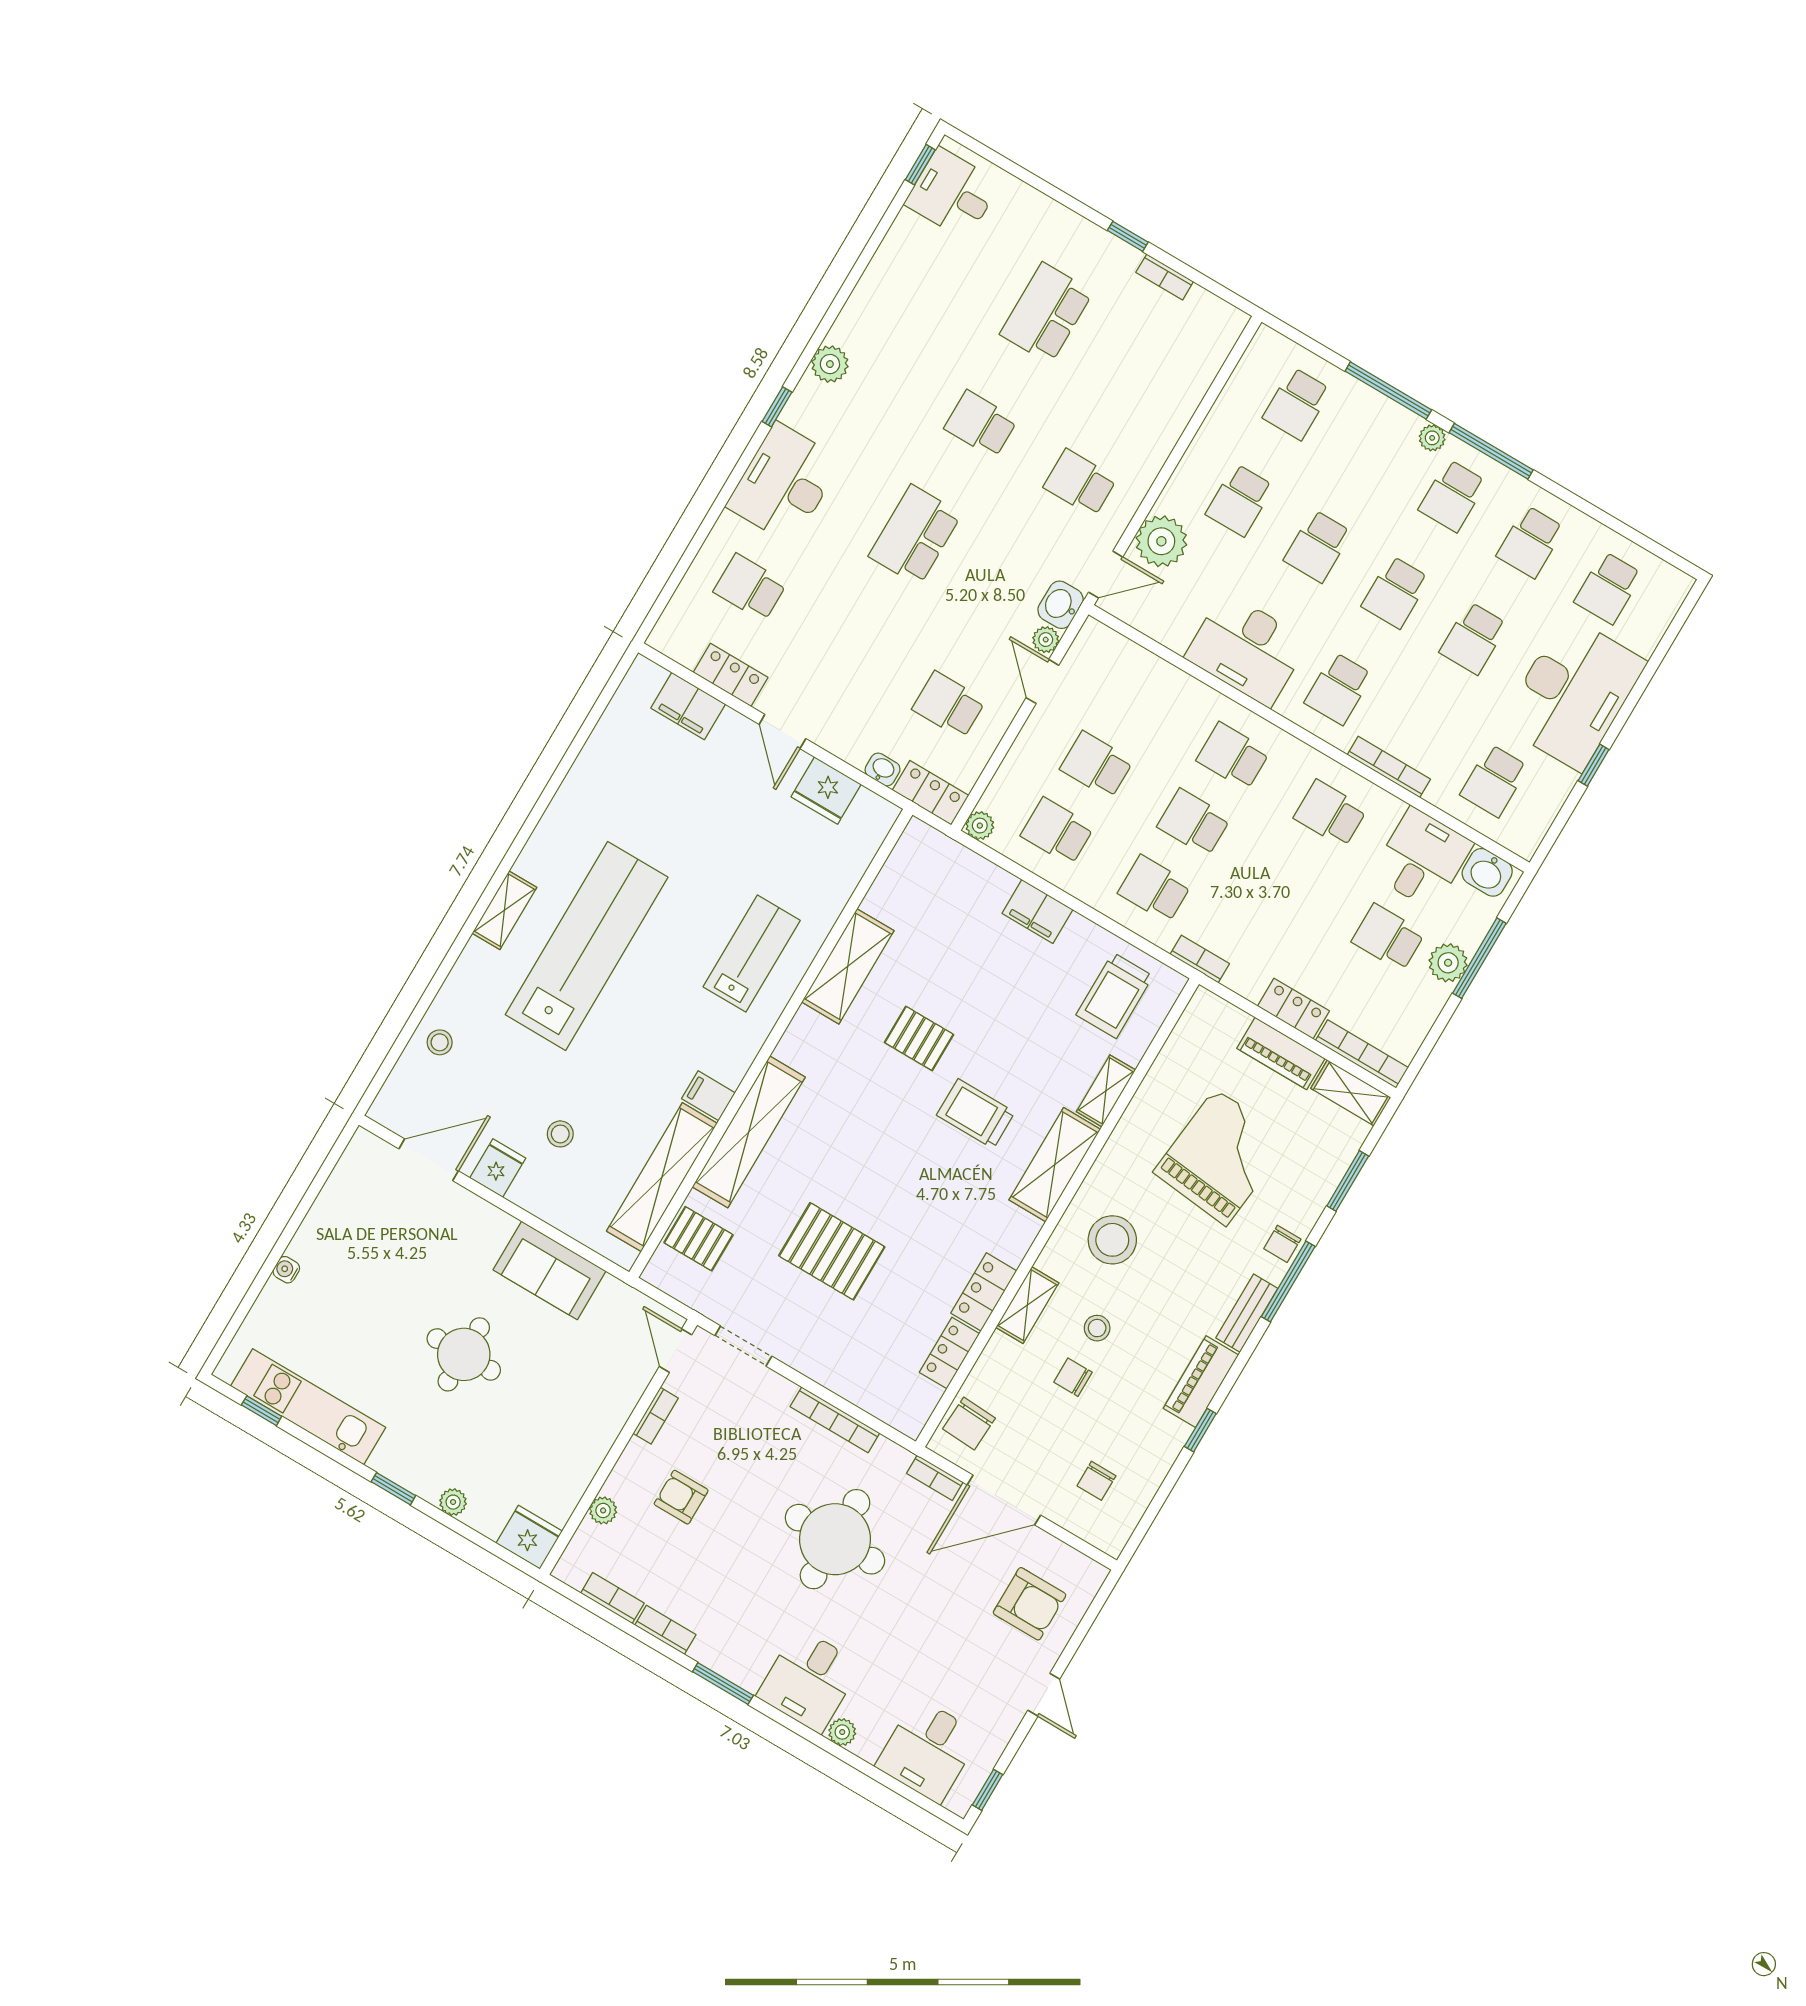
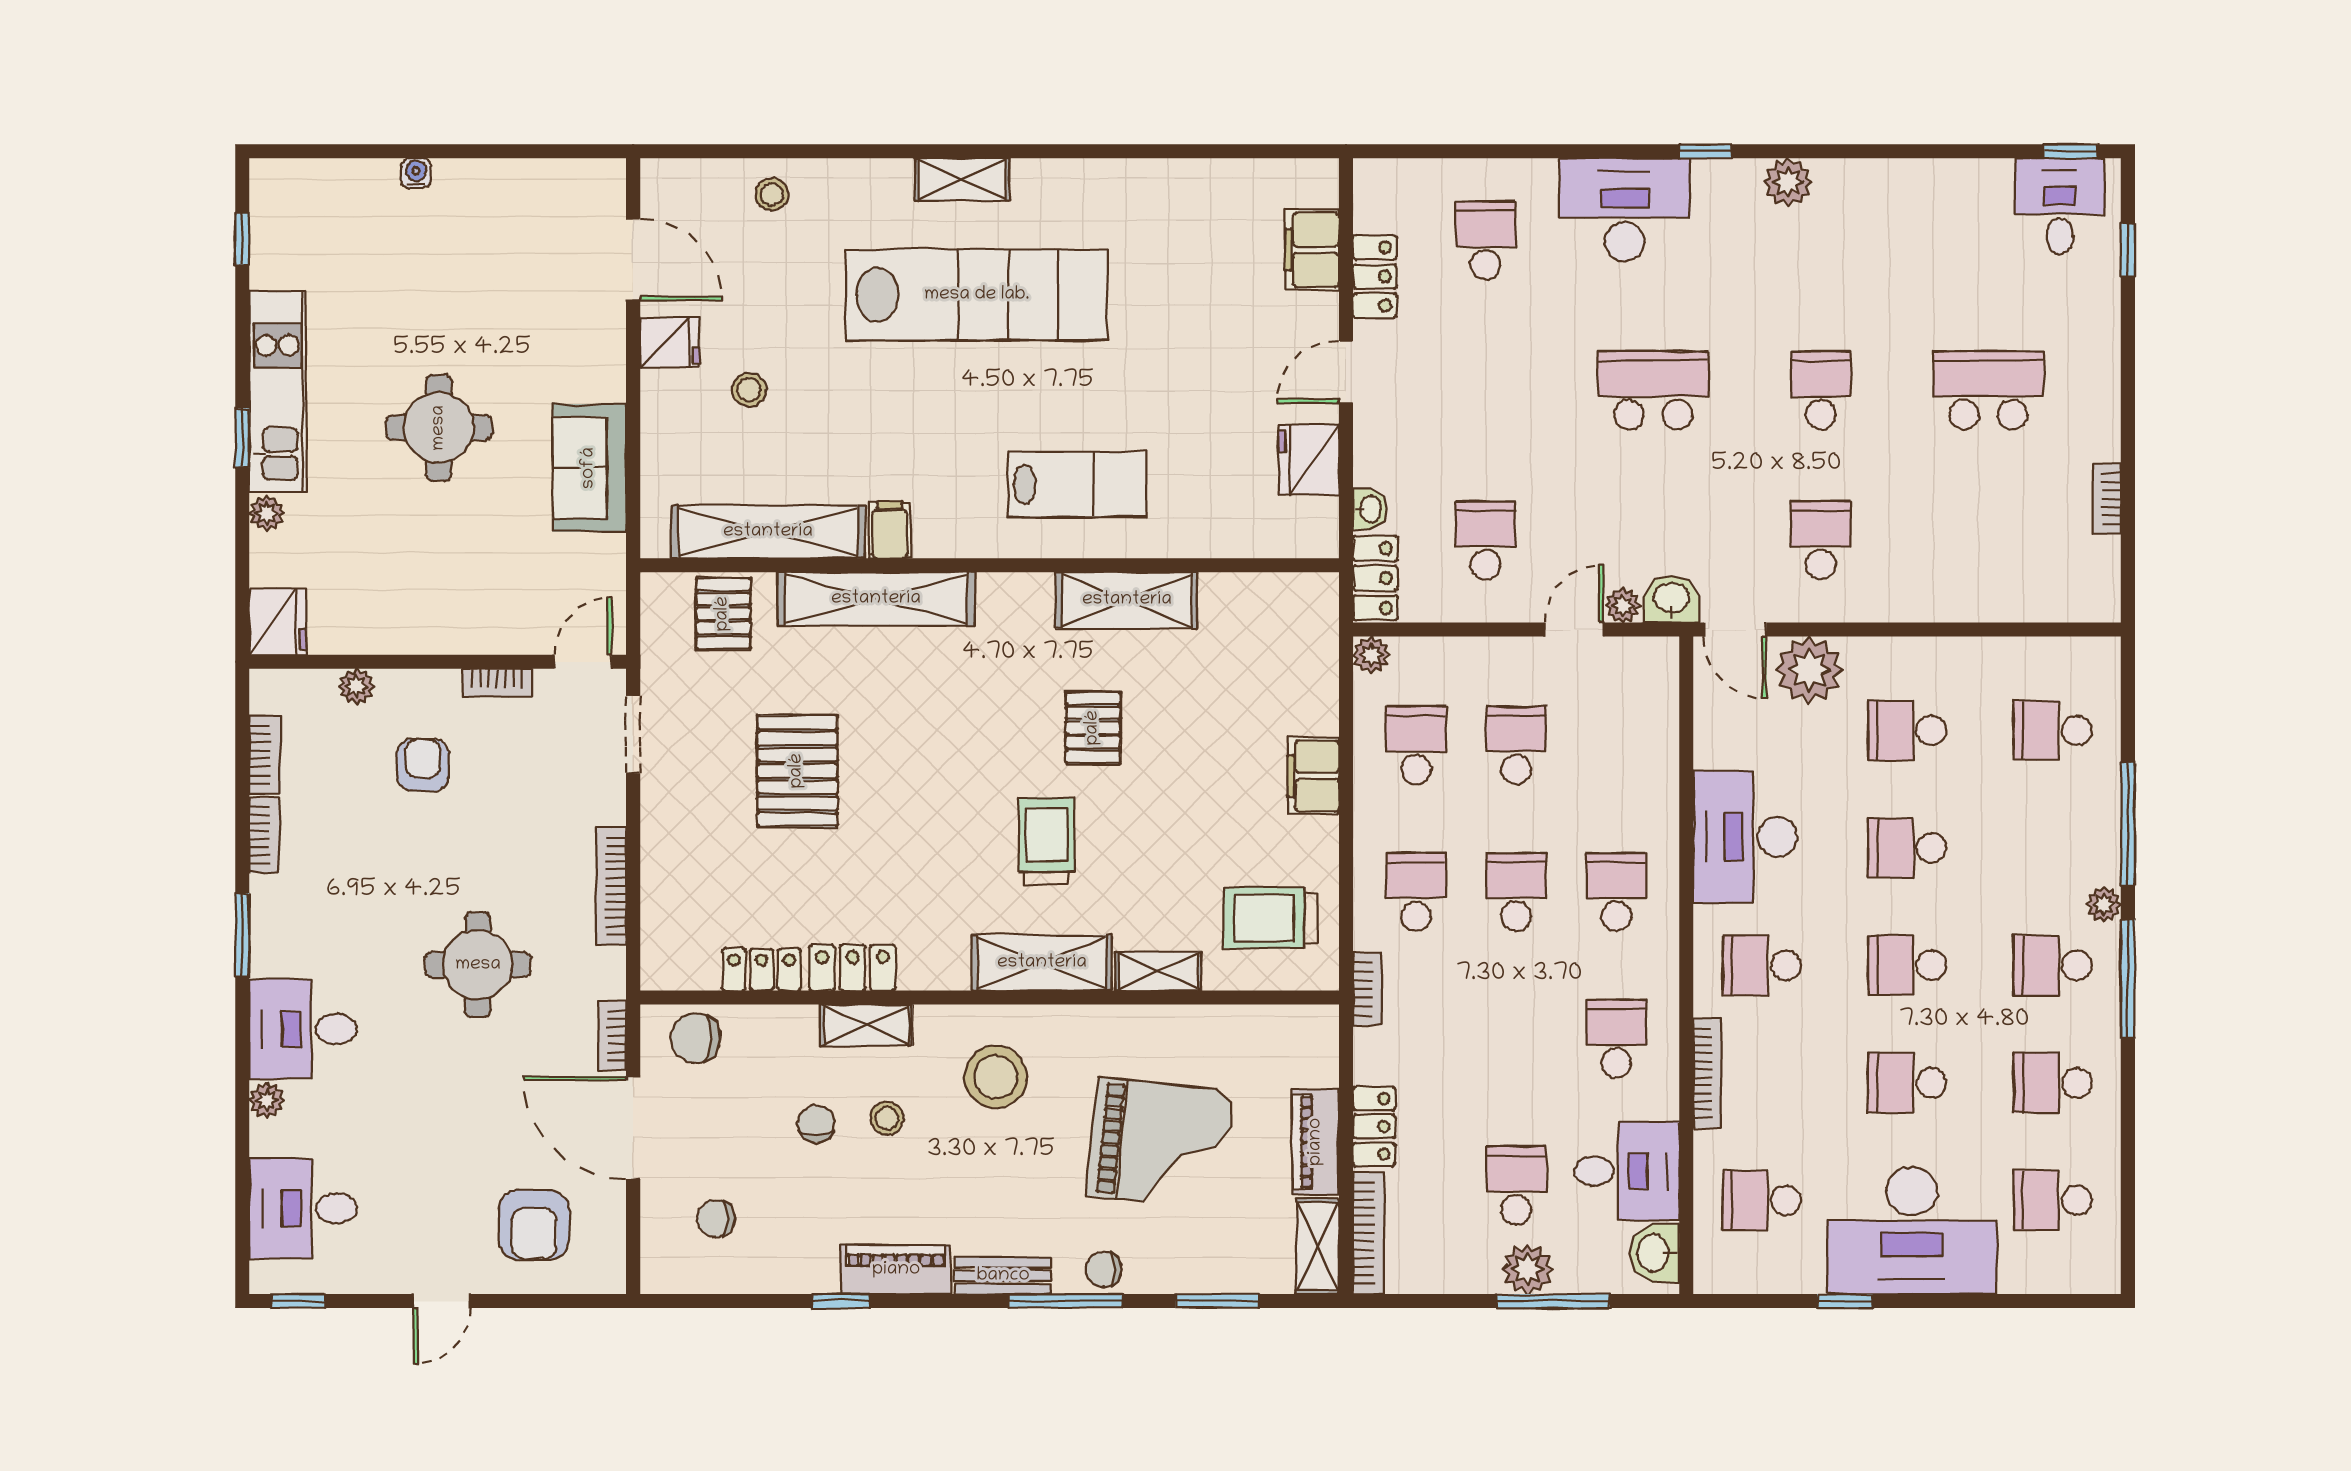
window: (1128, 236) -> (2128, 250), moved
kitchen unit: (308, 1407) -> (277, 391), moved
round table: (835, 1539) -> (478, 965), width x0.73, depth x0.73

